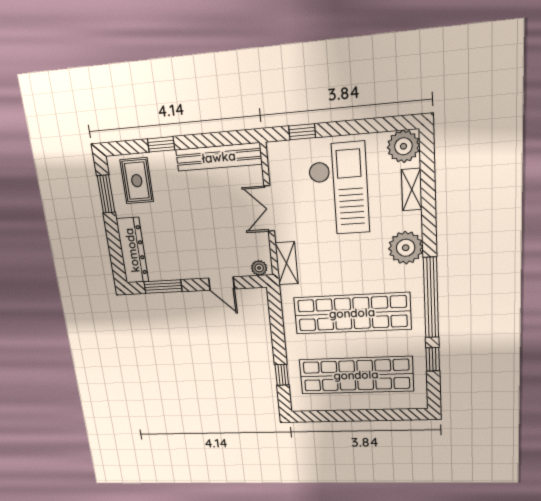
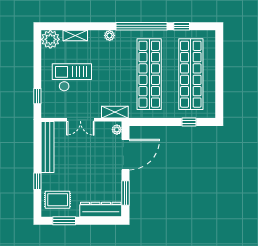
checkout: (339, 189) -> (72, 77), width x0.73, depth x0.83
plant: (406, 248) -> (110, 35), width x0.53, depth x0.53
door: (221, 284) -> (126, 155), width x1.88

